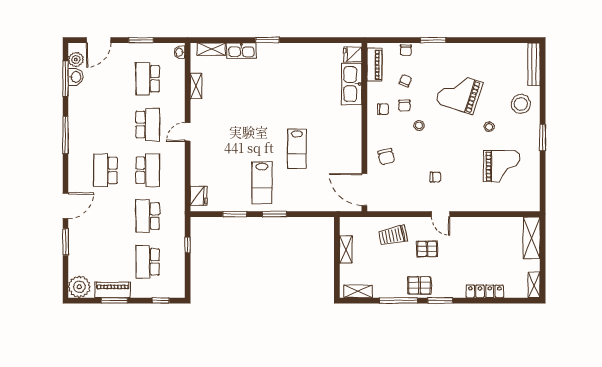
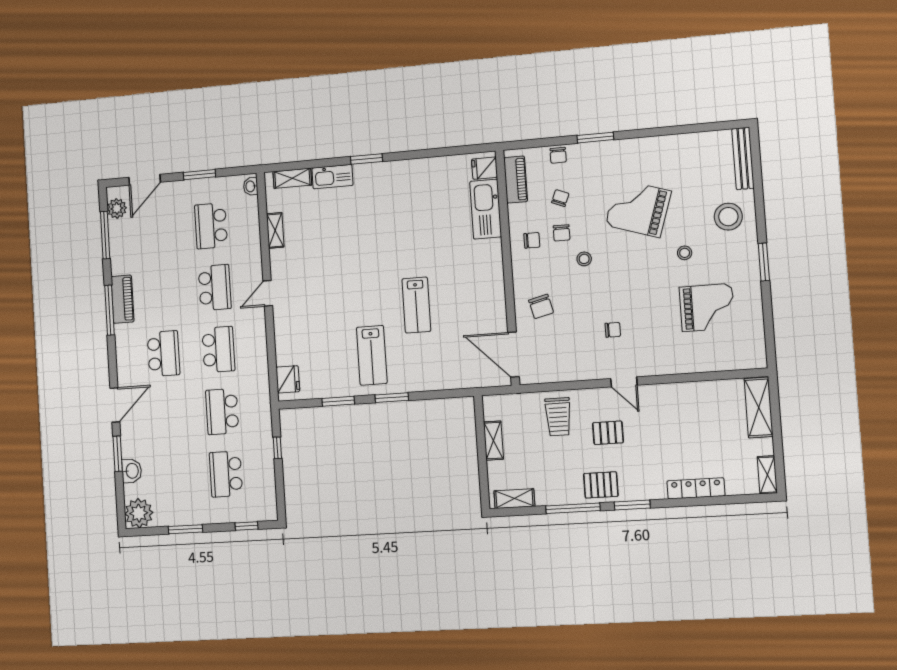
washbasin: (76, 77) -> (132, 471), moved
school desk: (105, 170) -> (163, 354), turned 180
trolley: (393, 236) -> (558, 417), turned -78
piano: (113, 290) -> (122, 299), moved, turned 90

